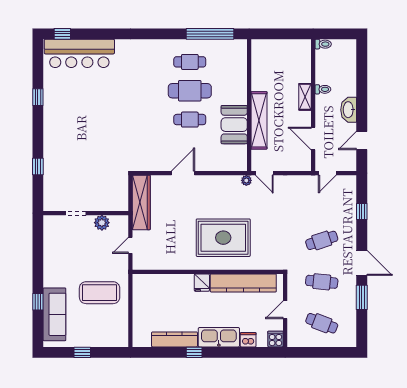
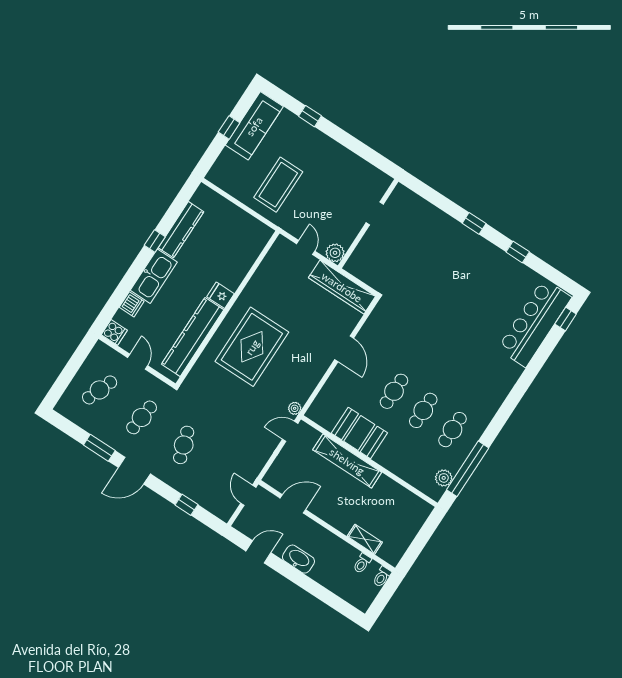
plant: (227, 46) -> (444, 478), added
toilet: (323, 89) -> (362, 563), moved
cafe table: (190, 91) -> (423, 410), width x0.73, depth x0.74
shelving: (305, 97) -> (365, 539), moved
door: (362, 141) -> (258, 552), hinge flipped
window: (38, 166) -> (474, 223), moved
plant: (102, 223) -> (335, 253), moved
sofa: (54, 314) -> (254, 126), moved, turned -90

